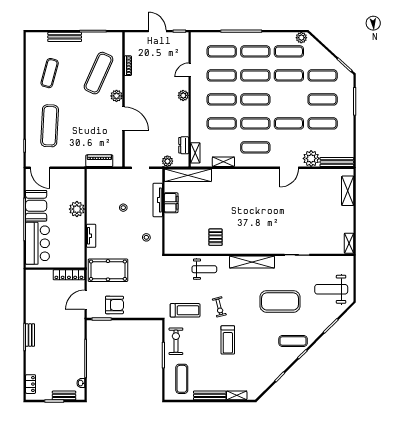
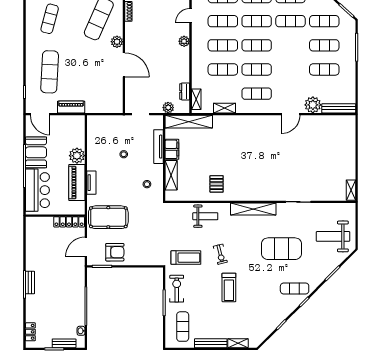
exercise mat: (289, 123) -> (290, 69), removed
piano: (99, 161) -> (71, 107), moved
shelving: (348, 191) -> (171, 175), moved
piano: (77, 236) -> (77, 183), added

